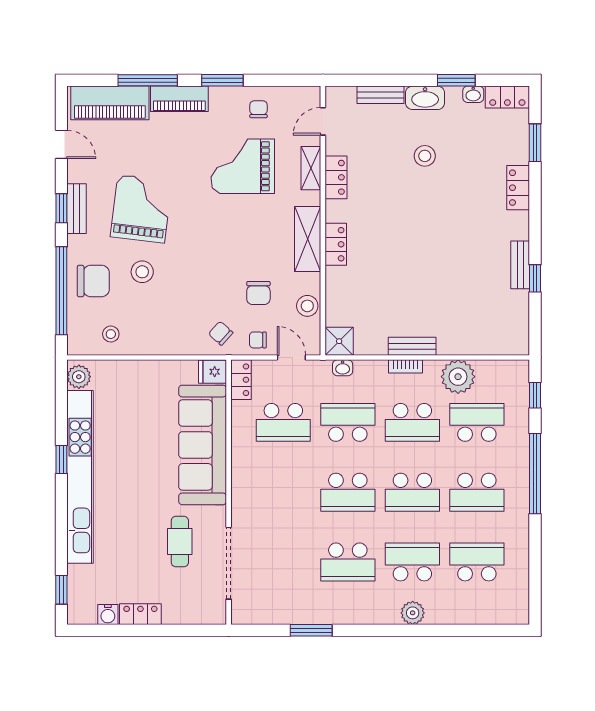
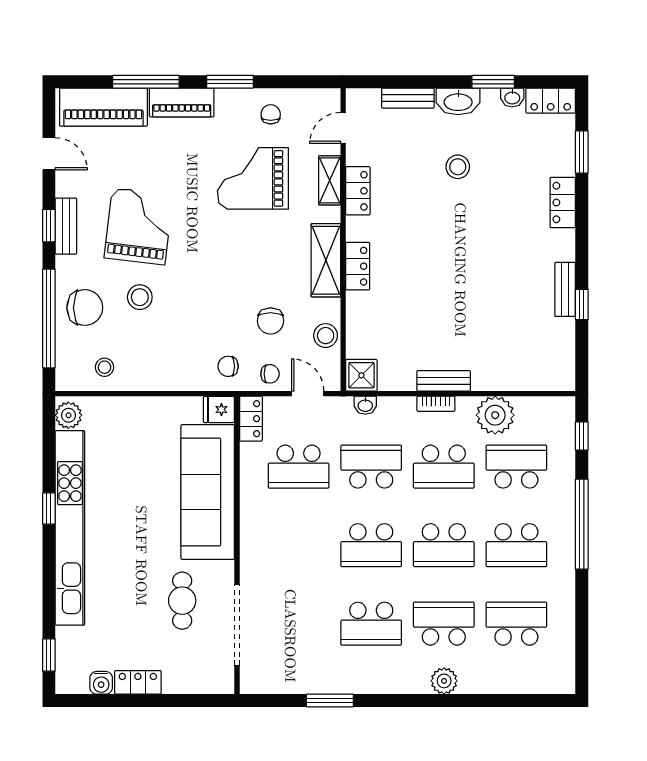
chair: (221, 333) -> (228, 366), turned -42
chair: (258, 340) -> (270, 374), turned 180

